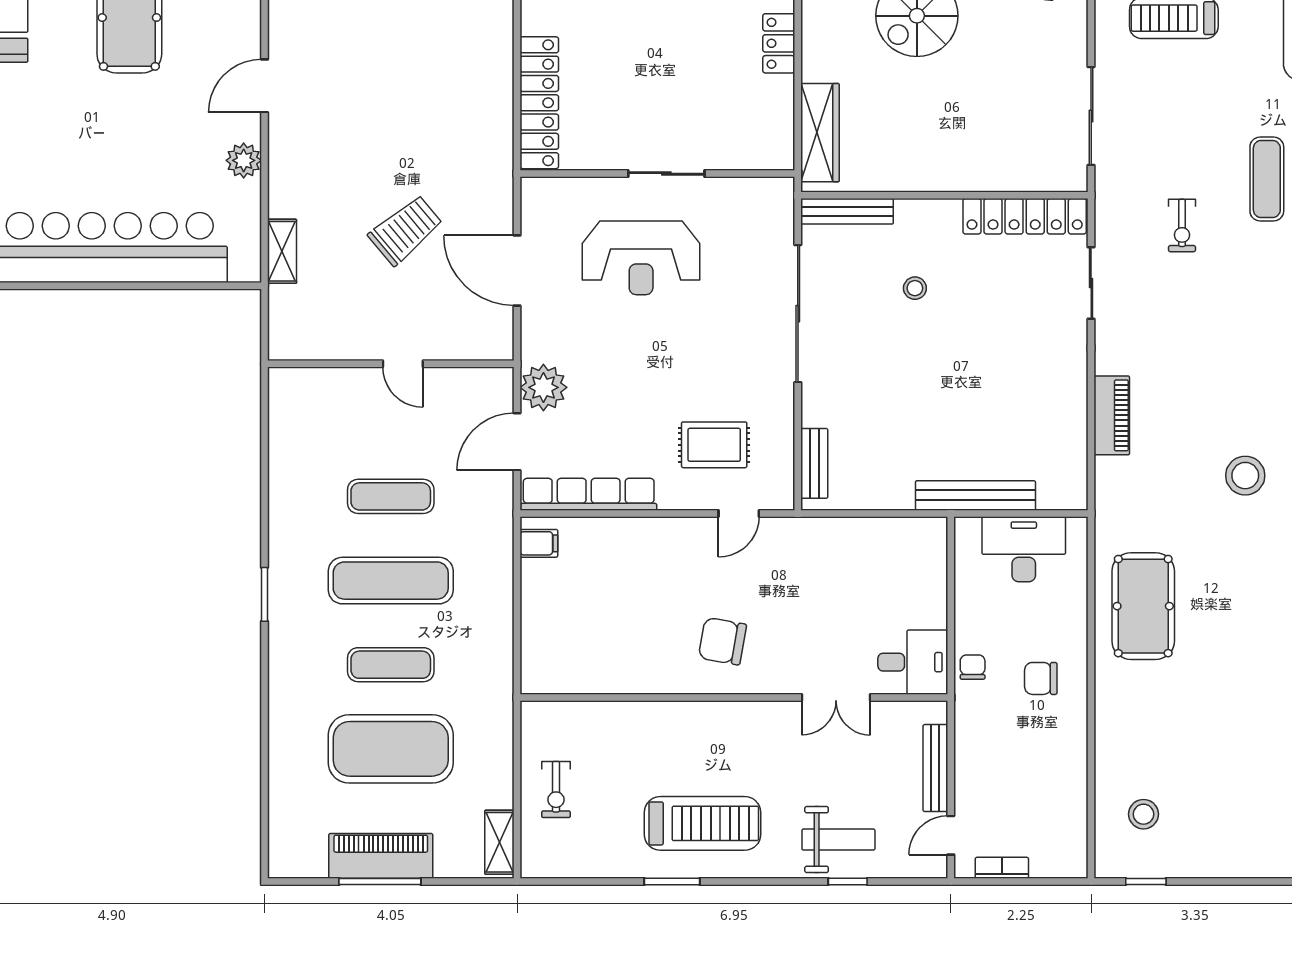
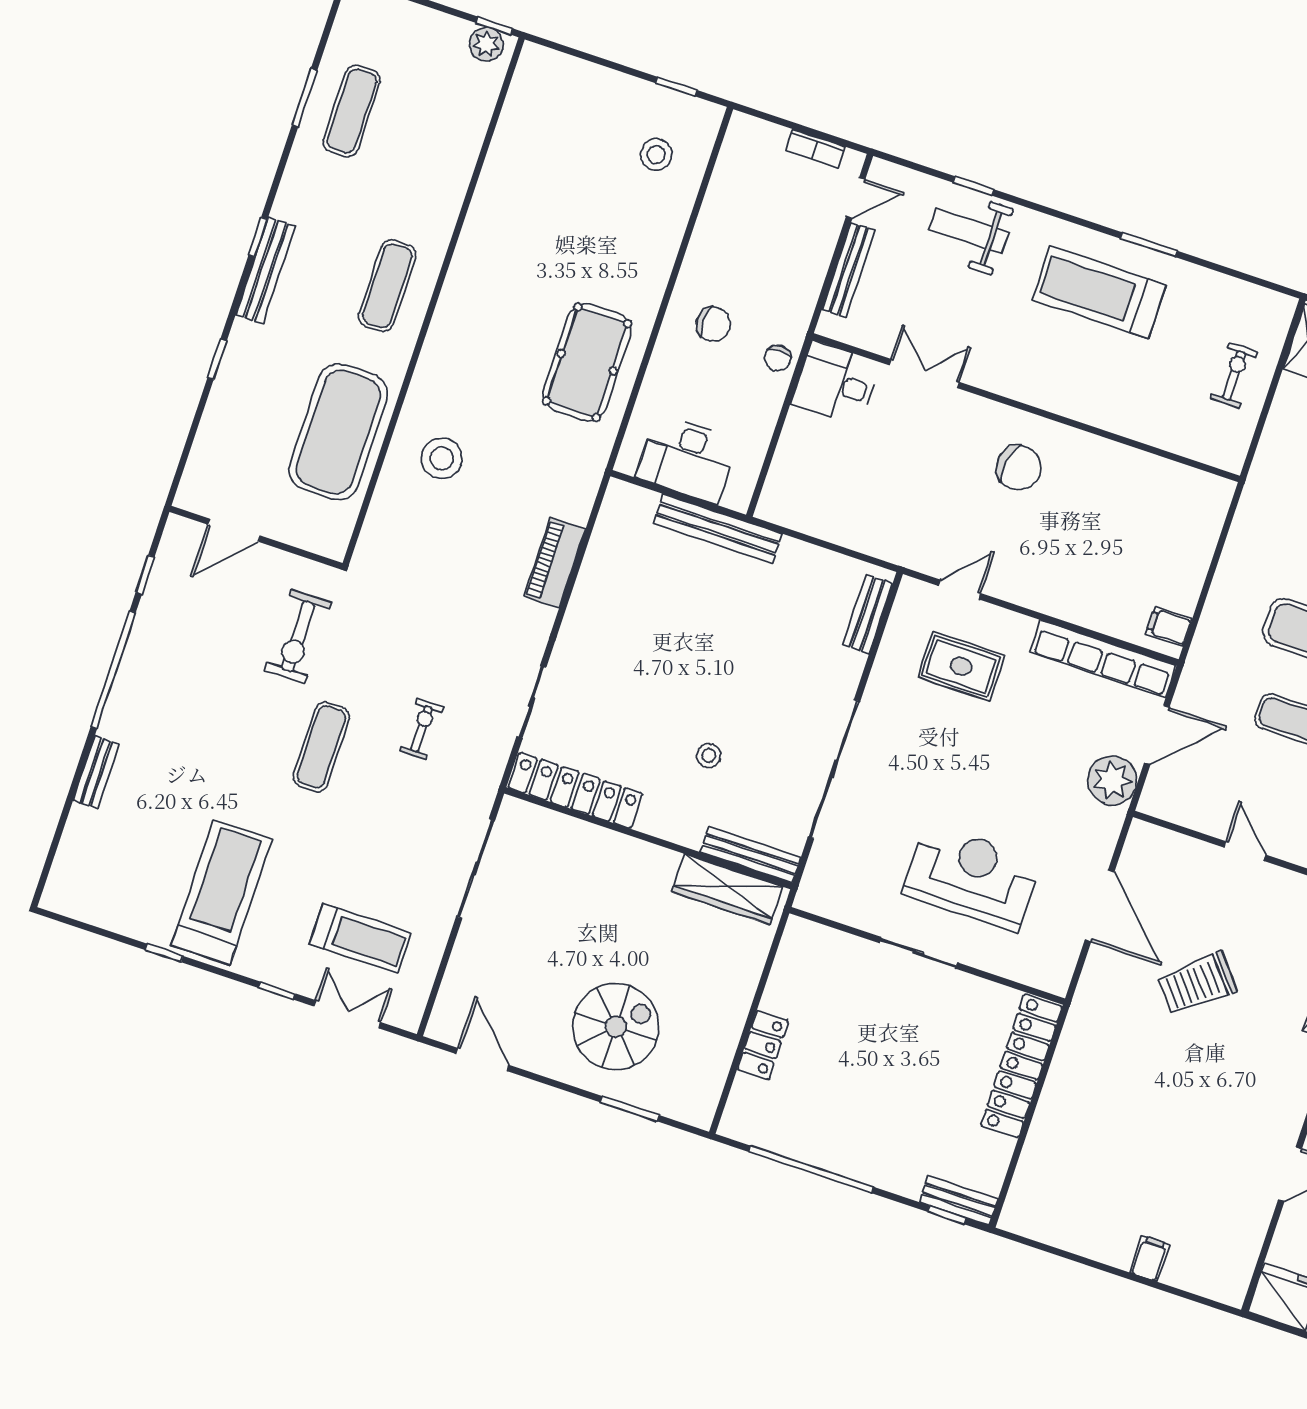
wardrobe: (820, 133) -> (727, 889), moved, turned -90

